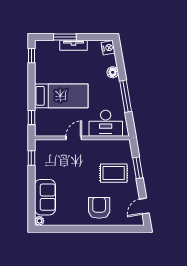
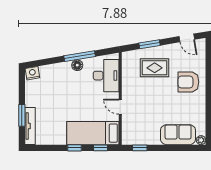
tv unit: (74, 45) -> (30, 126), moved, width x1.41
window: (31, 56) -> (75, 148), moved
floor lamp: (113, 72) -> (77, 65), moved
bed: (61, 96) -> (93, 133), moved, turned -90
rug: (114, 173) -> (155, 68), turned 90

